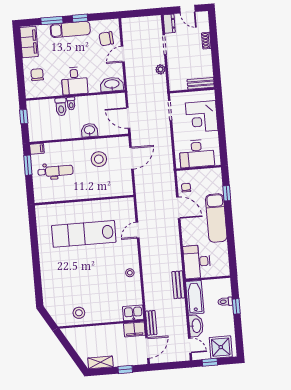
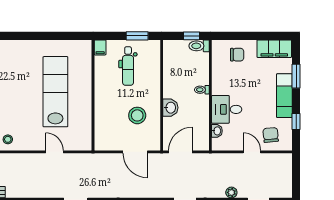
window: (80, 18) -> (296, 122), moved
desk: (75, 81) -> (227, 109), moved
washbasin: (112, 84) -> (217, 131), width x0.52, depth x0.69
toilet: (61, 107) -> (199, 46), moved
filing cabinet: (37, 149) -> (100, 47), moved

